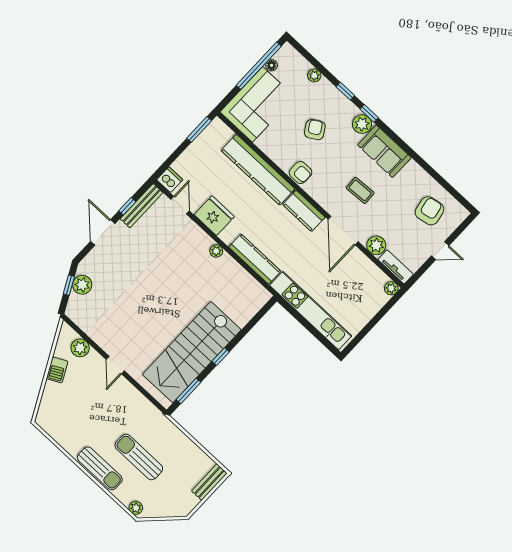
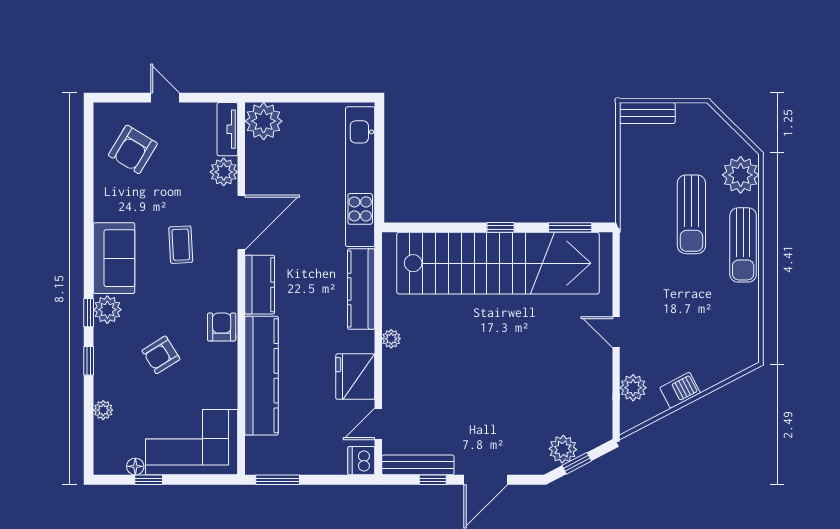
window: (259, 66) -> (149, 480), width x0.32
armchair: (429, 211) -> (133, 149), turned -48
plant: (391, 288) -> (264, 121), width x1.88, depth x1.88
stairs: (192, 352) -> (498, 263), width x1.36
door: (115, 365) -> (616, 332), swing flipped
sun lounger: (100, 468) -> (743, 245), turned 180
plant: (136, 508) -> (741, 175), width x1.88, depth x1.88

